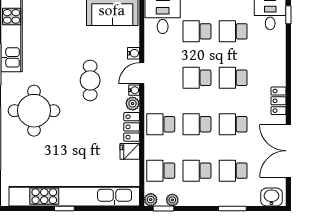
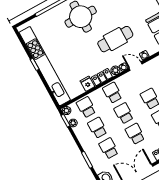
cafe table: (90, 80) -> (115, 39), width x1.37, depth x1.35

